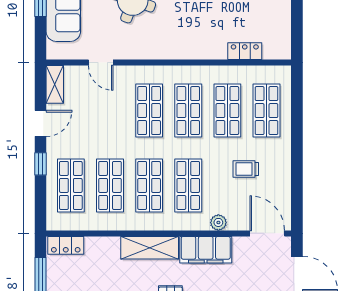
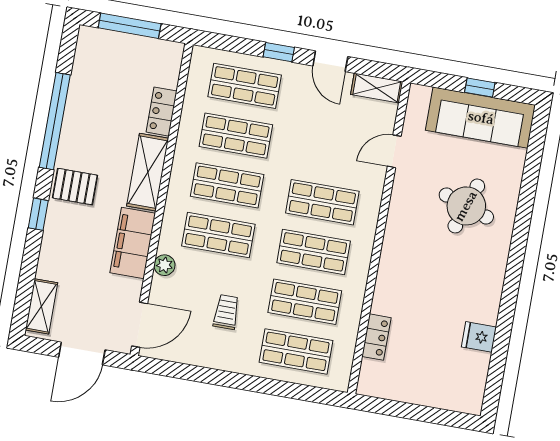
locker: (66, 245) -> (162, 112), moved

